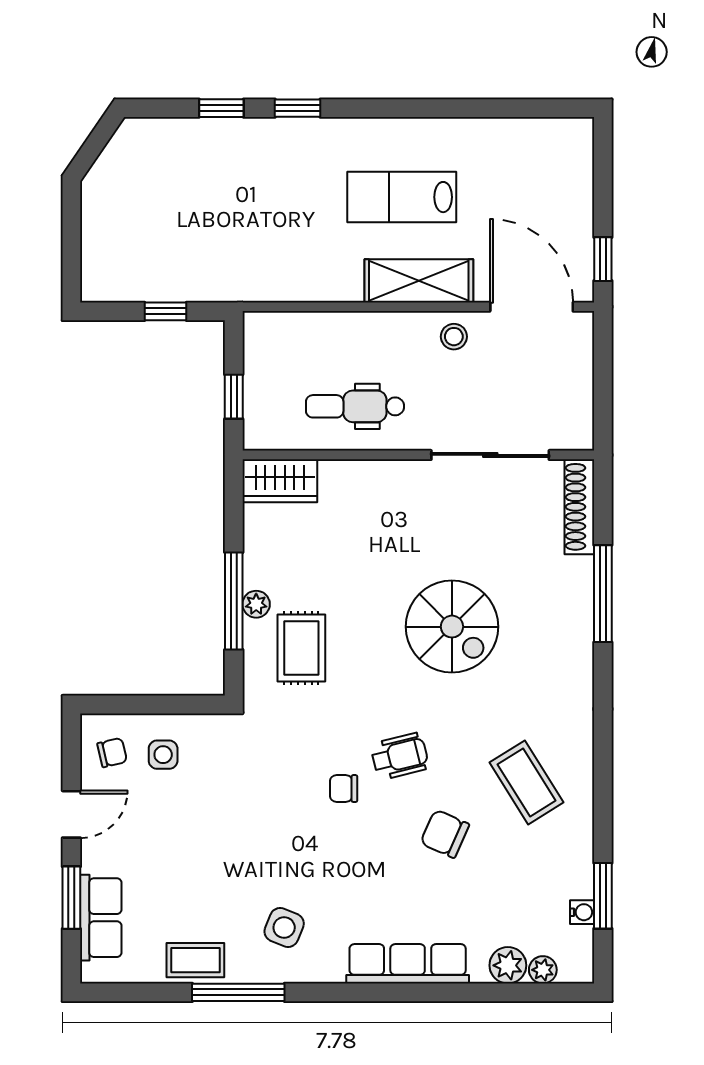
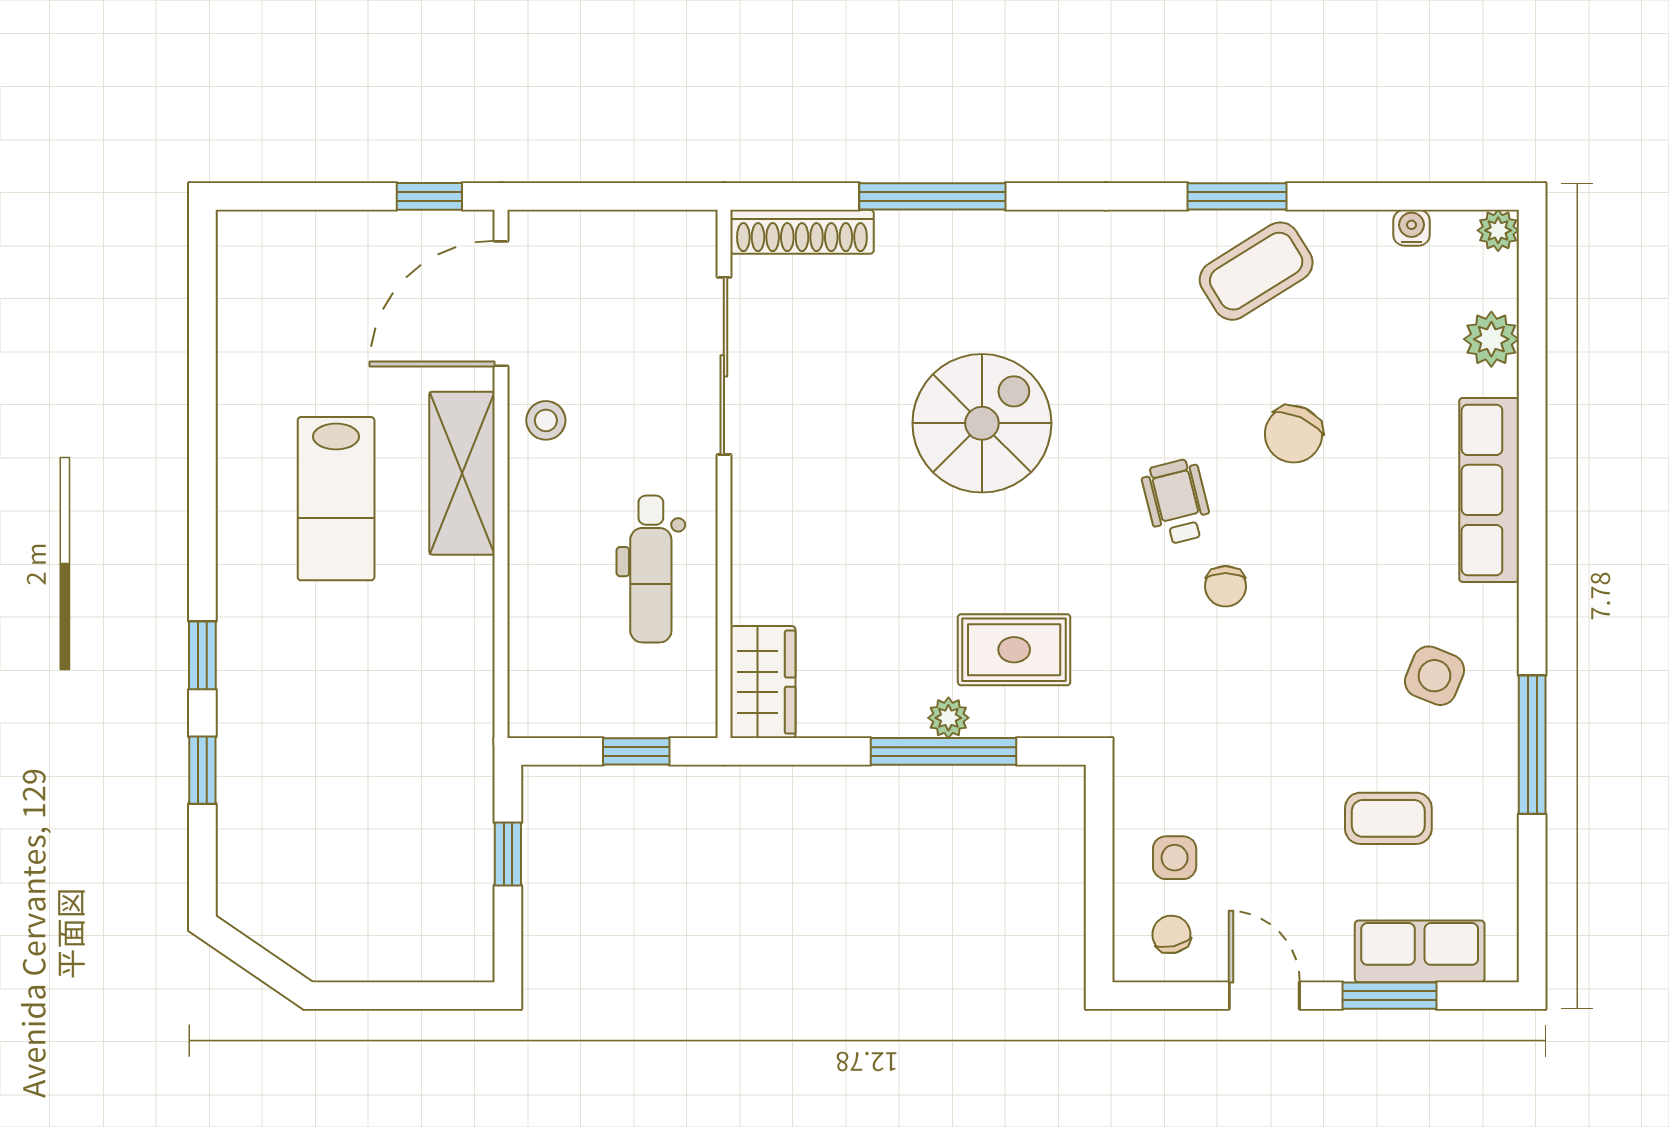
coffee table: (527, 782) -> (1256, 271), moved
window: (603, 896) -> (1237, 196), moved
coffee table: (195, 960) -> (1388, 818), moved, turned 90
plant: (543, 970) -> (1498, 230), moved

